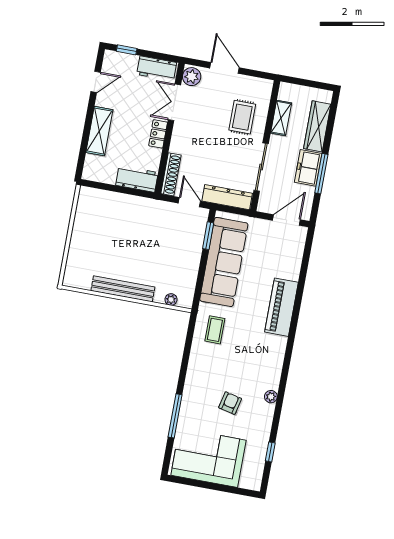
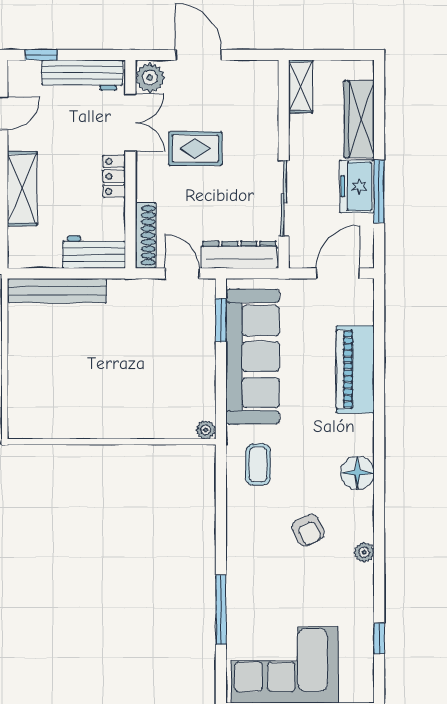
workbench: (157, 68) -> (82, 75), width x1.38
double door: (174, 102) -> (130, 123), swing flipped
rug: (242, 117) -> (195, 149), moved, turned 90
shelving: (281, 118) -> (301, 86), moved
bench: (123, 289) -> (57, 291), moved
plant: (171, 300) -> (206, 430), moved
piano: (281, 307) -> (355, 369), moved
floor lamp: (276, 346) -> (357, 473), added
armchair: (230, 403) -> (308, 530), moved, turned 140

